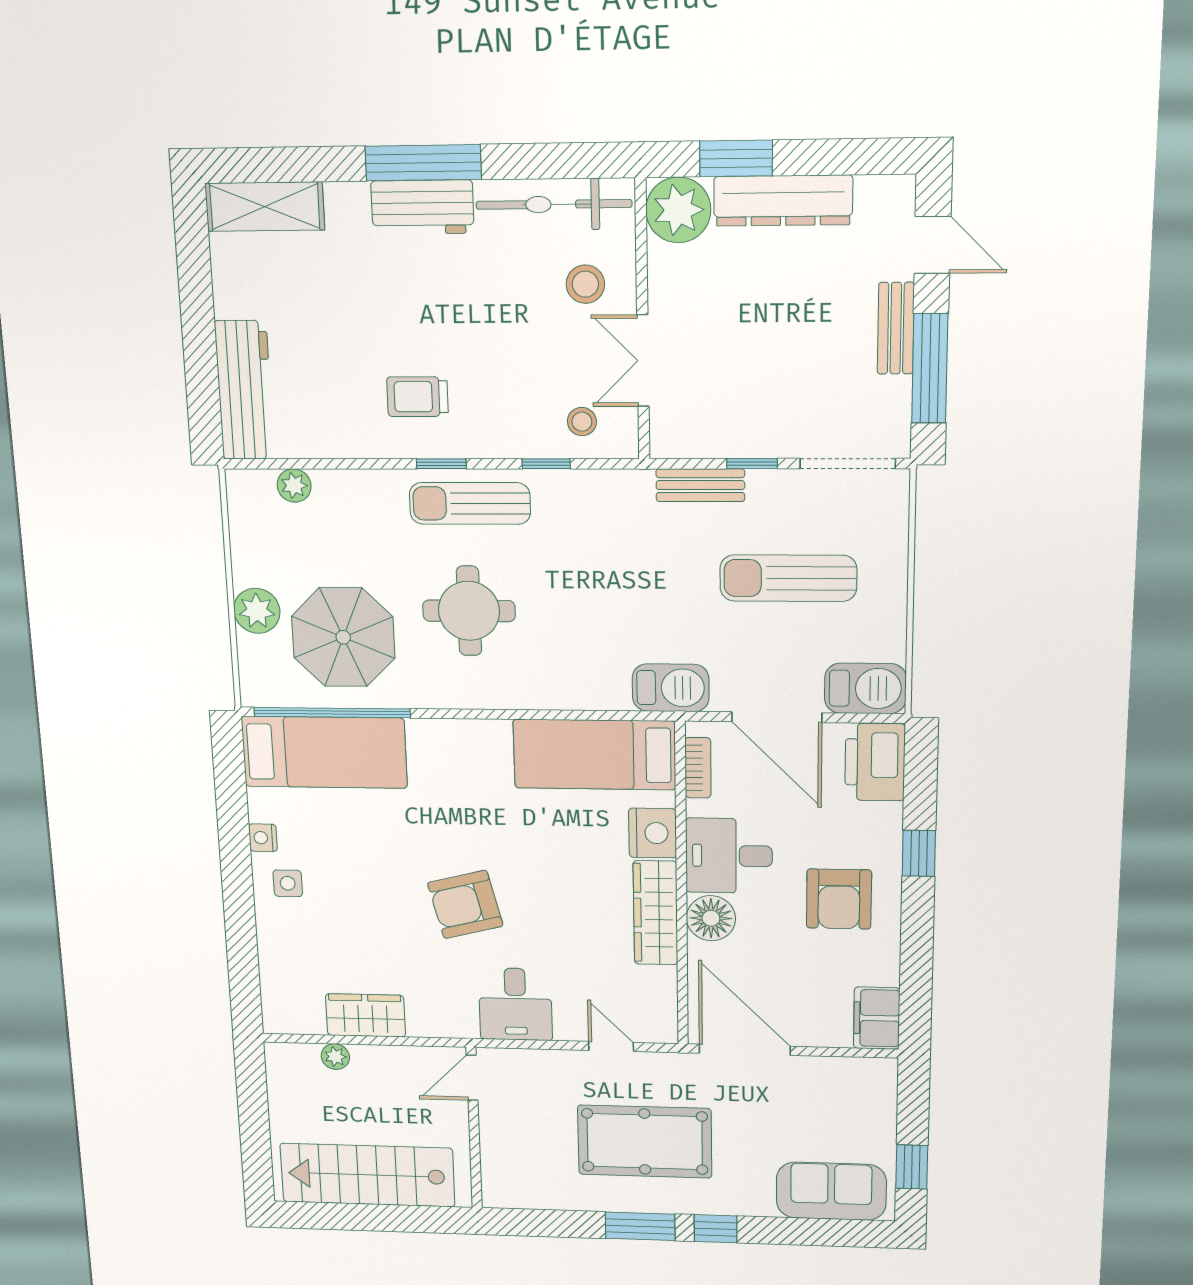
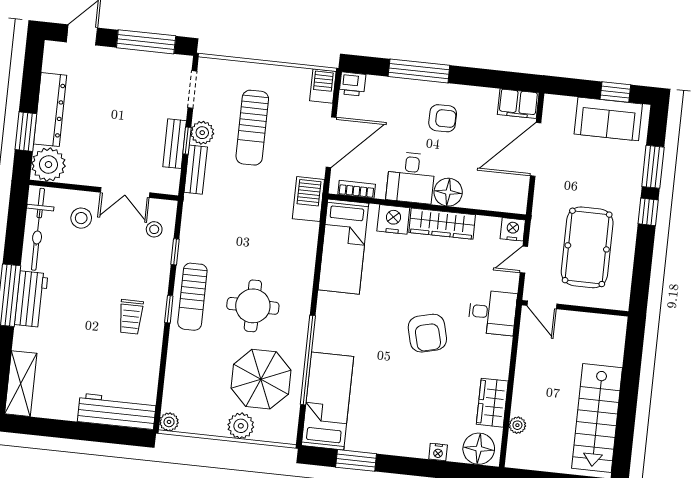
bench: (896, 328) -> (175, 144), moved, turned 90
doorway: (848, 464) -> (192, 90), width x0.73
plant: (294, 485) -> (169, 422), moved
plant: (770, 490) -> (202, 133), added
barbecue: (865, 688) -> (323, 86), width x0.73, depth x0.79
window: (332, 713) -> (308, 360), moved
printer: (875, 762) -> (353, 84), width x0.53, depth x0.68
window: (232, 808) -> (356, 460), added
nightstand: (263, 838) -> (438, 452), moved
window: (919, 853) -> (419, 71), width x2.17
side table: (288, 883) -> (405, 436), removed
armchair: (839, 899) -> (443, 118), width x0.72, depth x0.72
floor lamp: (286, 1000) -> (479, 449), added
nightstand: (660, 1025) -> (513, 229), added
door: (745, 1050) -> (536, 149), moved
door: (472, 1078) -> (542, 305), moved
wall: (474, 1128) -> (575, 308), moved
sofa: (831, 1191) -> (608, 119), moved, turned -90
window: (640, 1226) -> (653, 167), moved

